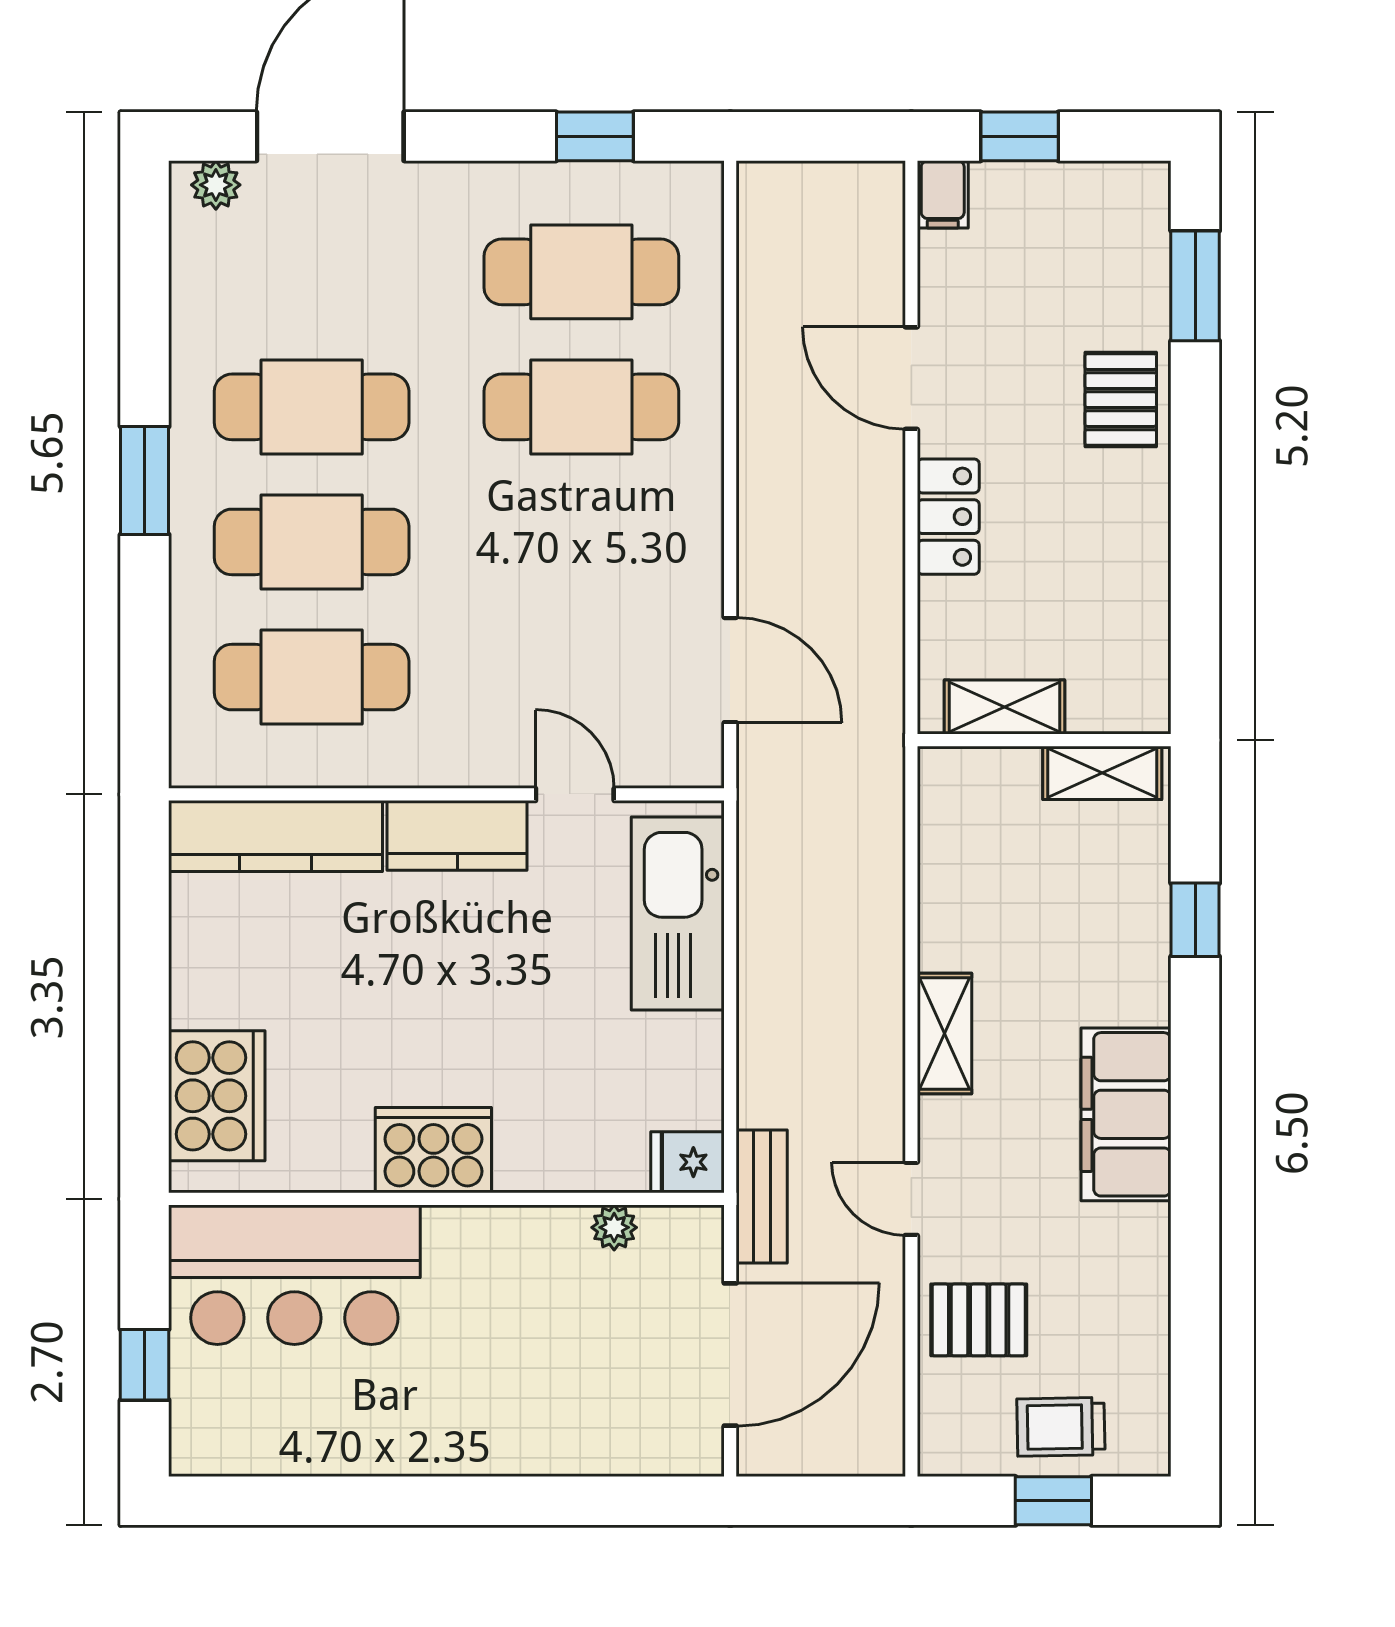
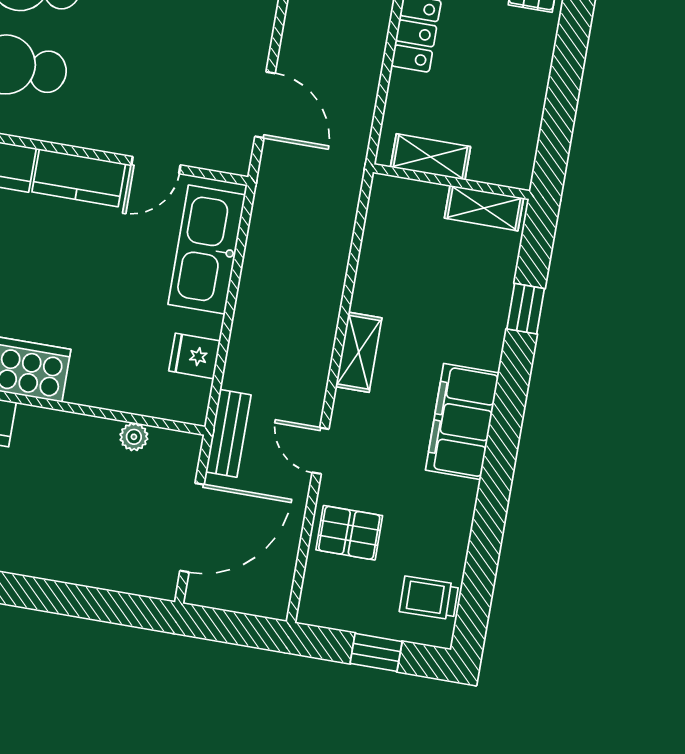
door: (575, 794) -> (156, 165), swing flipped
fridge: (688, 1162) -> (195, 356), moved
trolley: (1061, 1427) -> (429, 598), moved

